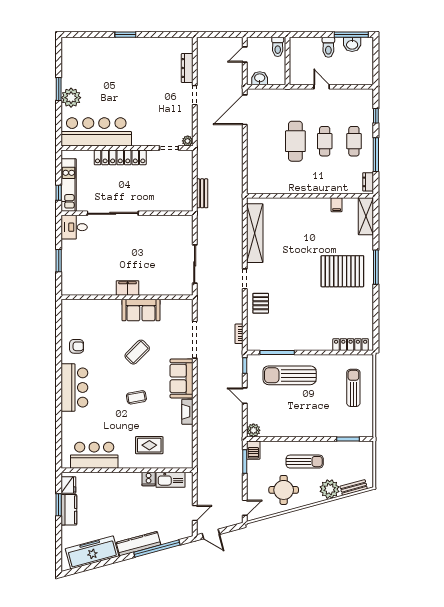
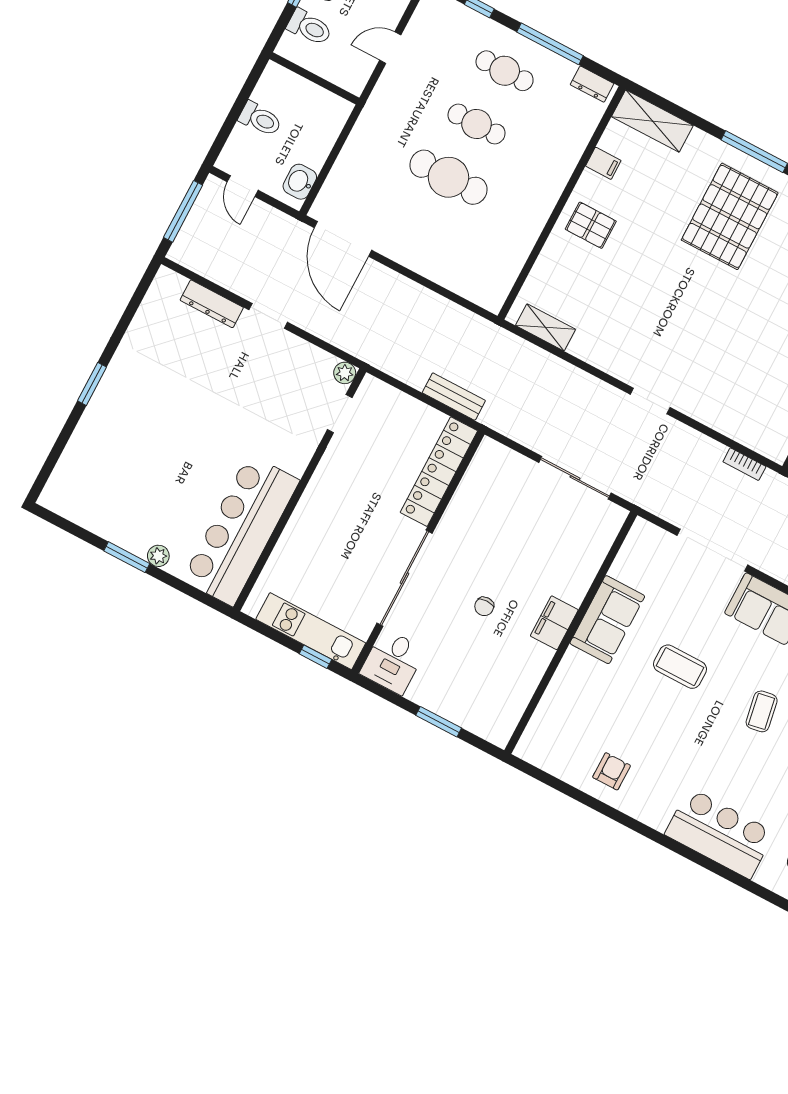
window: (220, 35) -> (183, 211), added
wall: (287, 61) -> (314, 78), moved
door: (322, 87) -> (390, 48), moved
plant: (71, 98) -> (158, 556), width x0.53, depth x0.53
locker: (120, 157) -> (439, 472), moved, turned 180
shelving: (255, 233) -> (546, 327), width x0.45, depth x0.75
chair: (119, 254) -> (484, 606), added
pallet: (261, 303) -> (591, 225), moved
coffee table: (137, 352) -> (680, 667), turned -45
bar counter: (74, 387) -> (720, 833), moved

